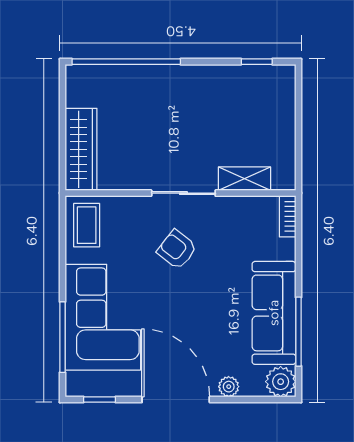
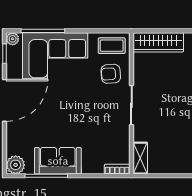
shelving: (245, 179) -> (140, 158), moved
armchair: (177, 250) -> (111, 74), moved, turned -132
sofa: (274, 313) -> (58, 161), width x0.73
plant: (229, 387) -> (13, 39), moved

